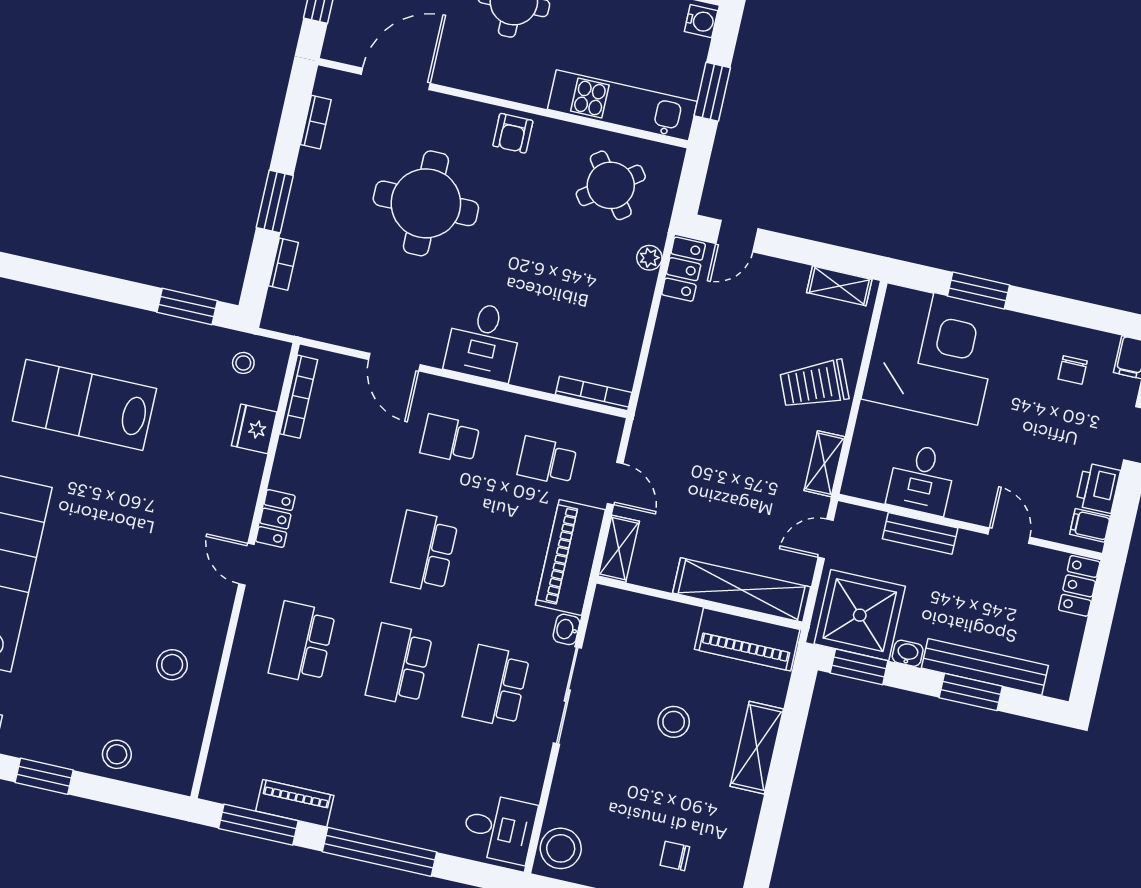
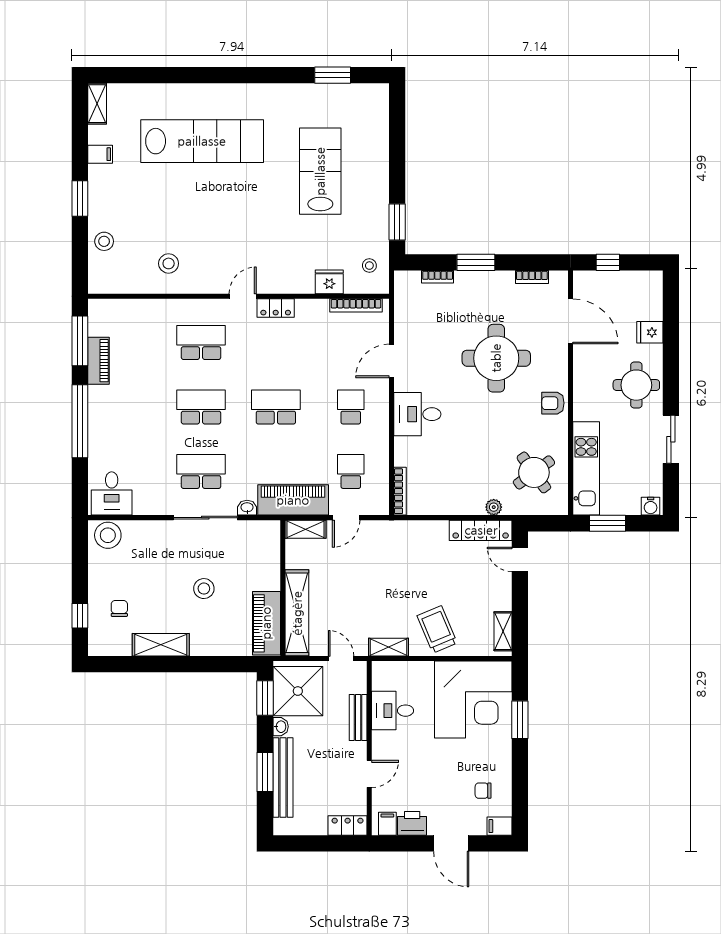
locker: (684, 269) -> (481, 530), width x1.53
shelving: (757, 748) -> (161, 645), moved

